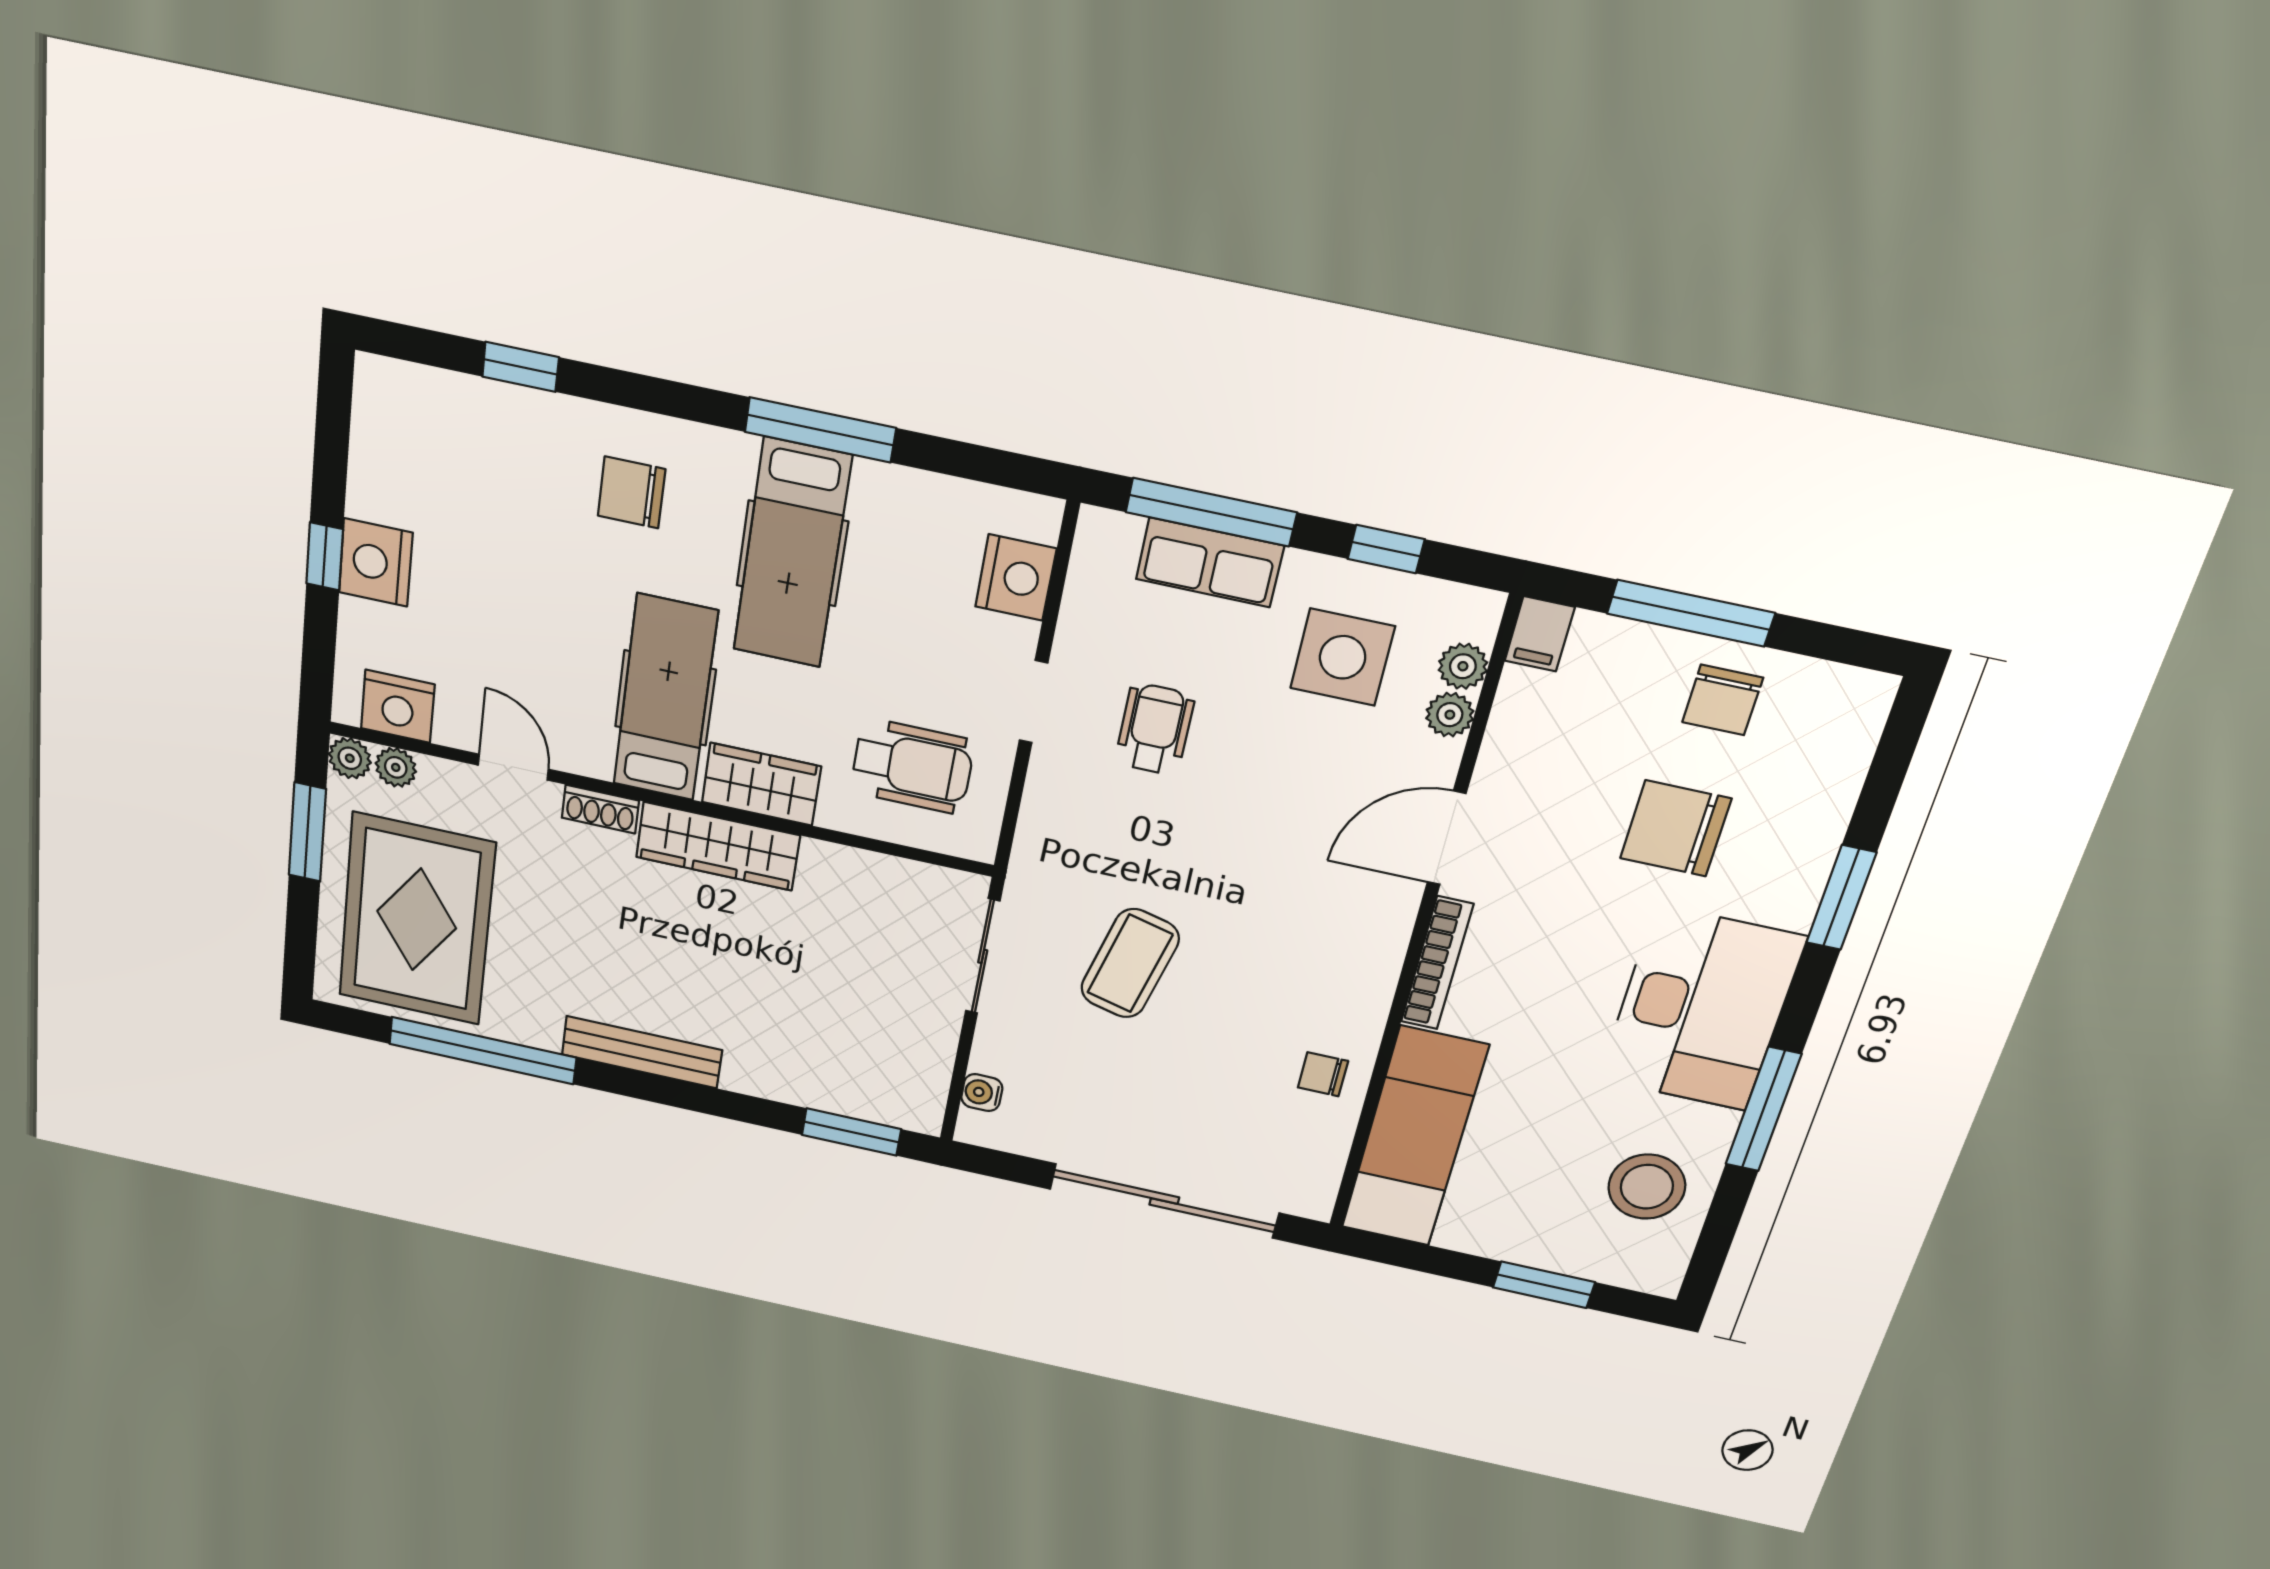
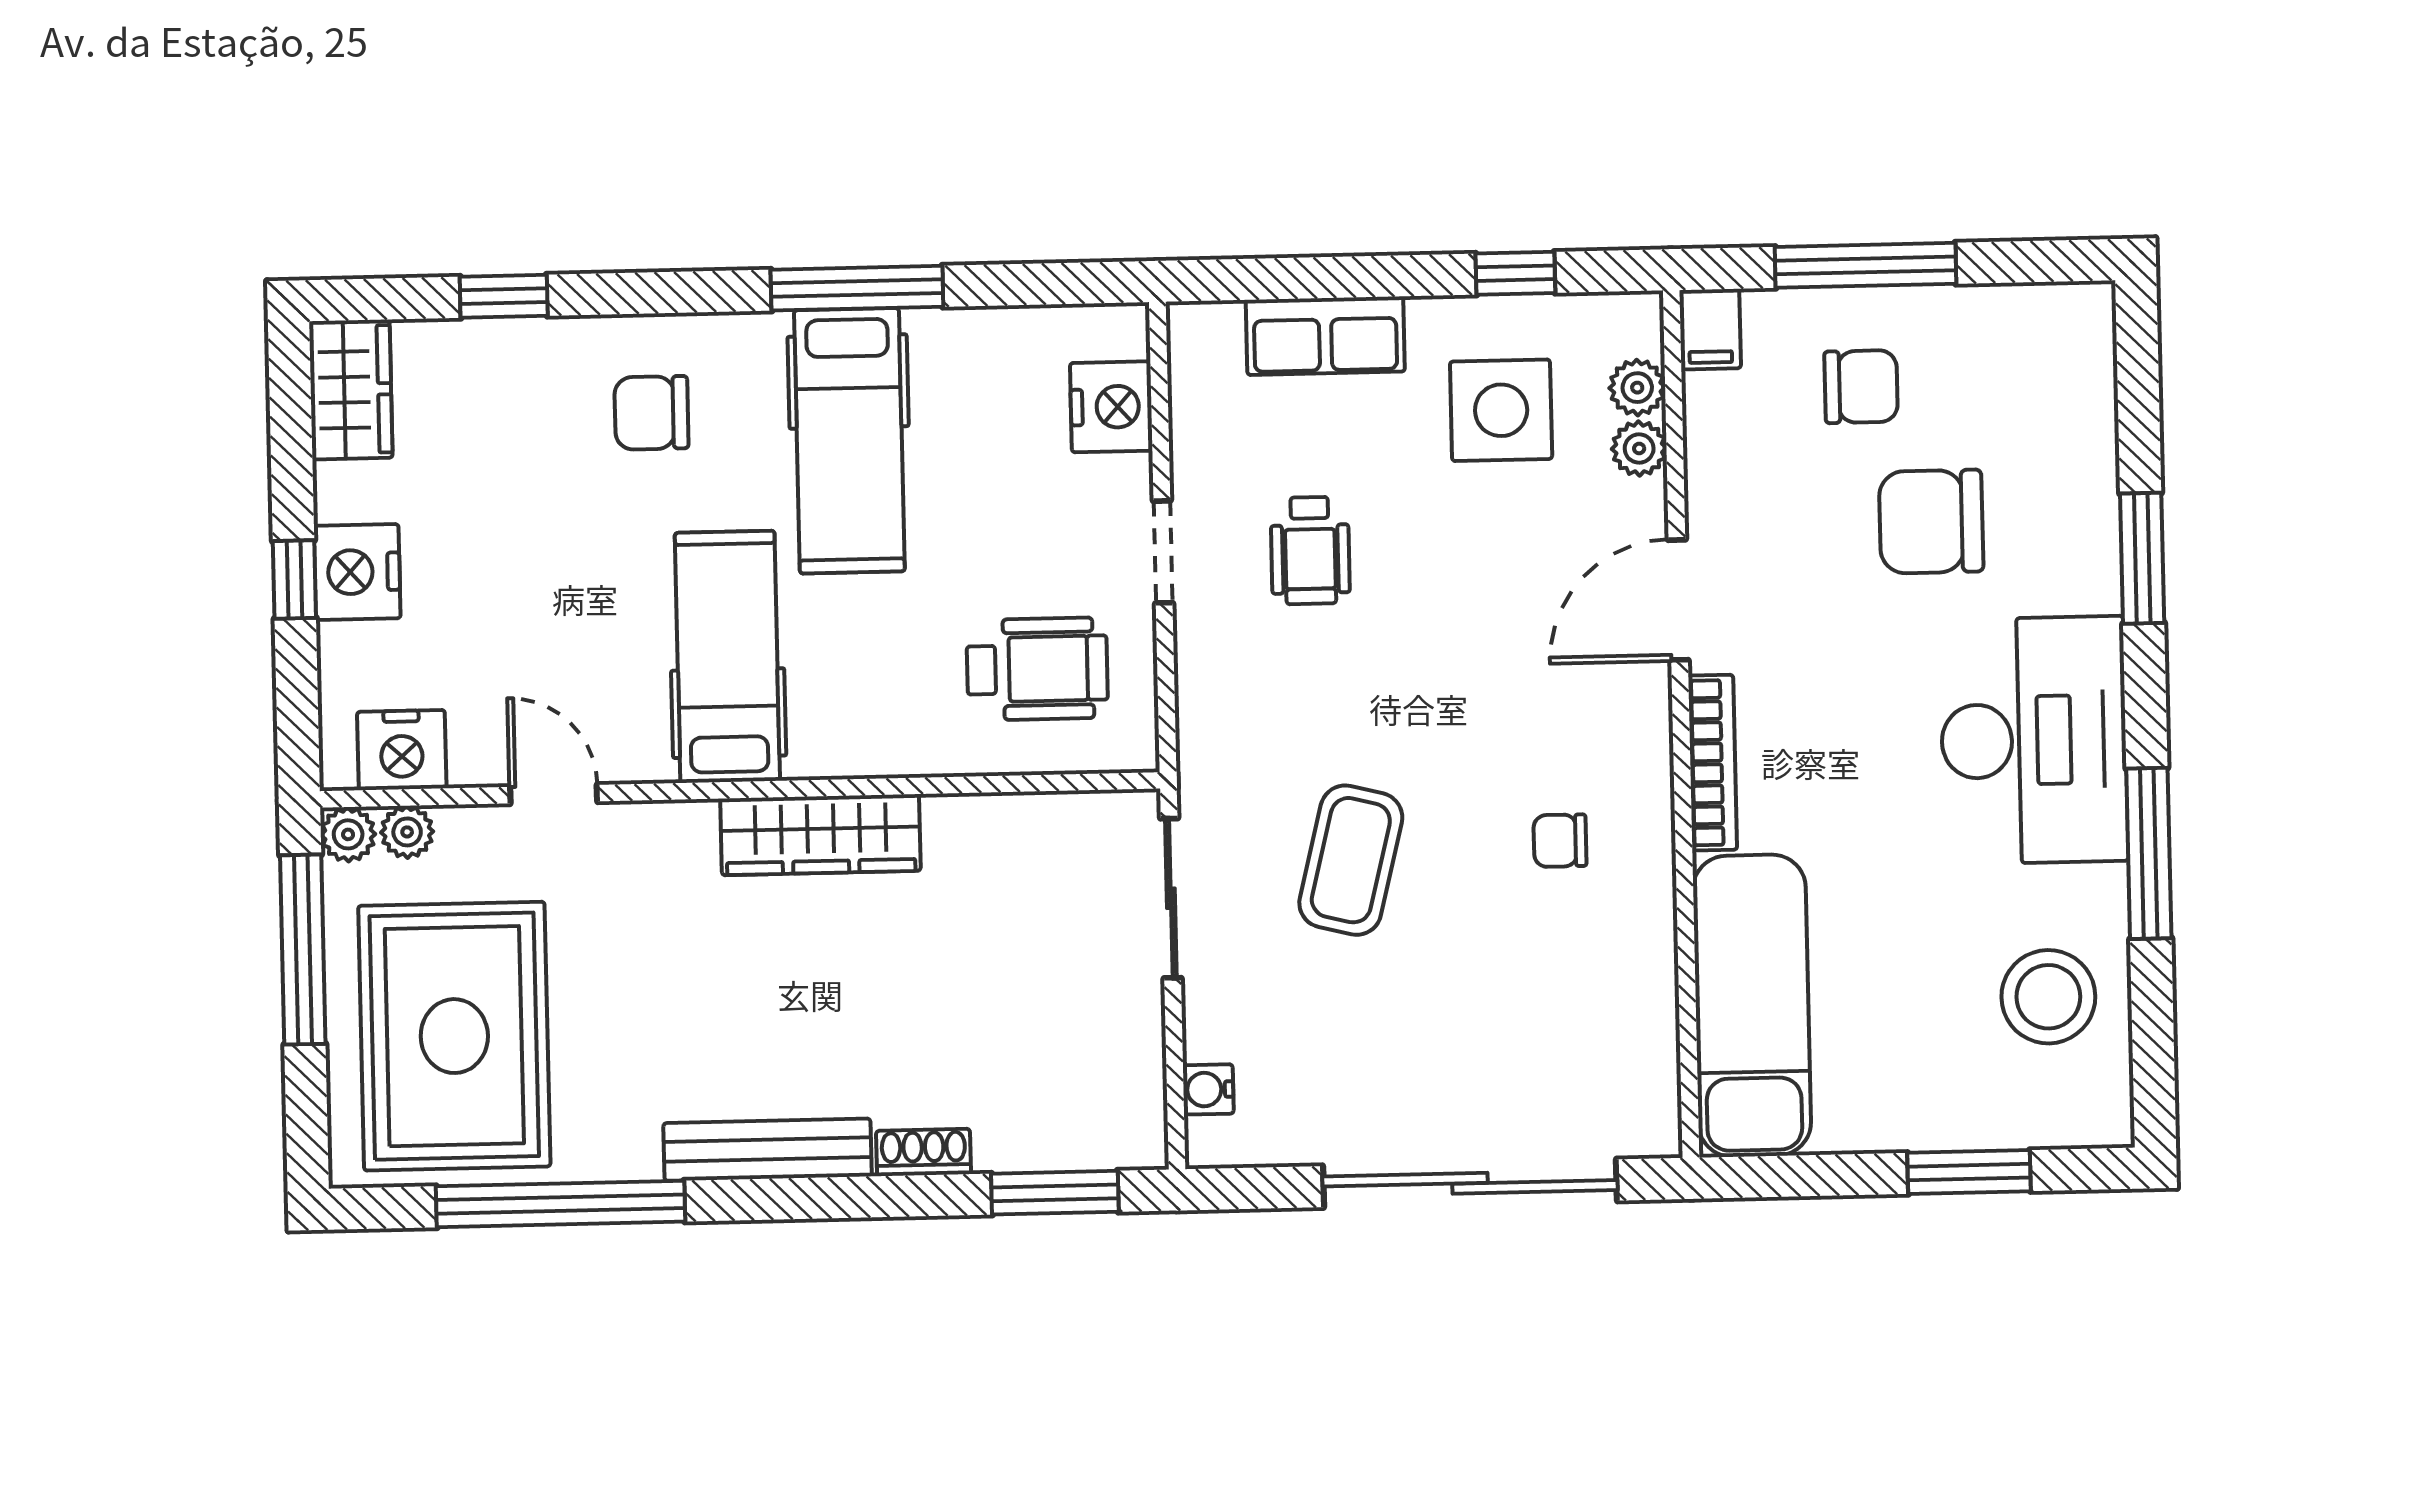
window: (1211, 512) -> (1313, 278), removed
chair: (1723, 700) -> (1861, 387), moved, turned -90
wheelchair: (1155, 729) -> (1310, 551), turned 180
wardrobe: (761, 784) -> (351, 390), moved, turned 90
shoe rack: (600, 809) -> (923, 1152), moved, turned 180
window: (307, 832) -> (303, 950), width x1.44
chair: (1323, 1074) -> (1560, 841), moved

